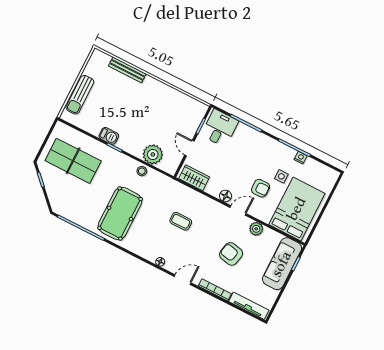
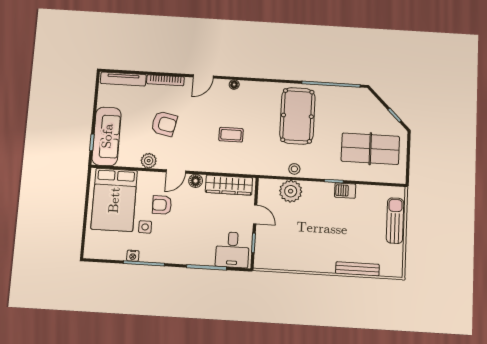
wardrobe: (194, 178) -> (229, 185), width x1.50

